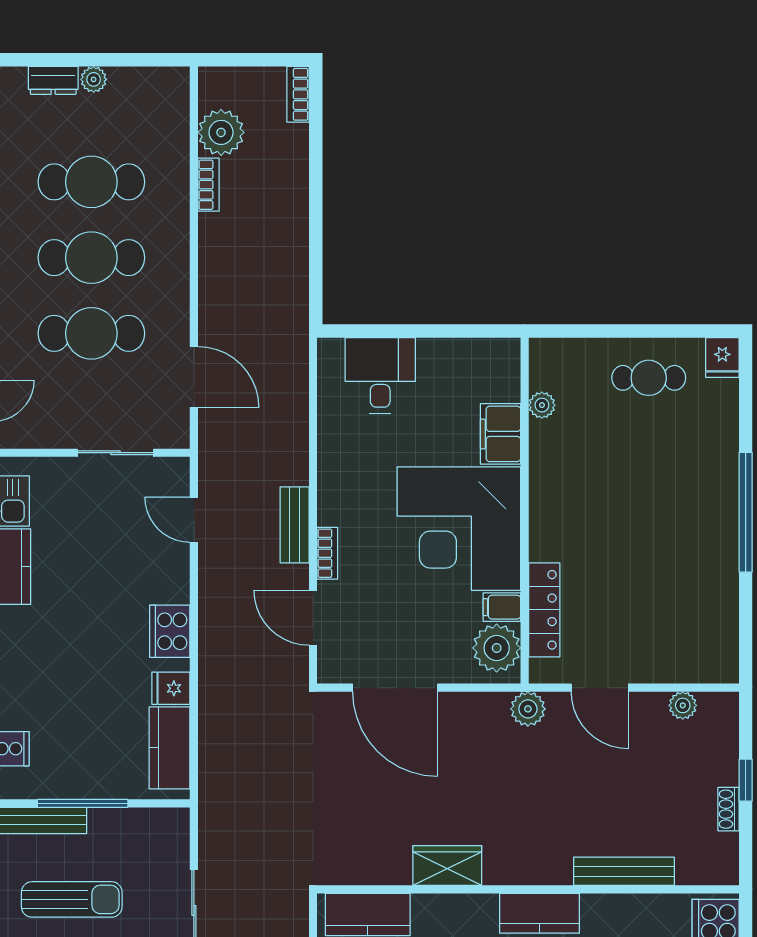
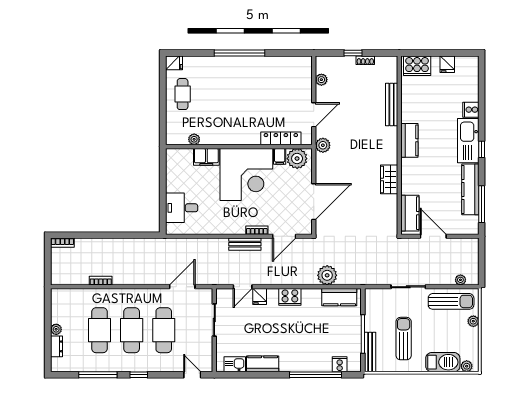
plant: (221, 132) -> (327, 275), moved
fridge: (171, 688) -> (260, 297), moved

